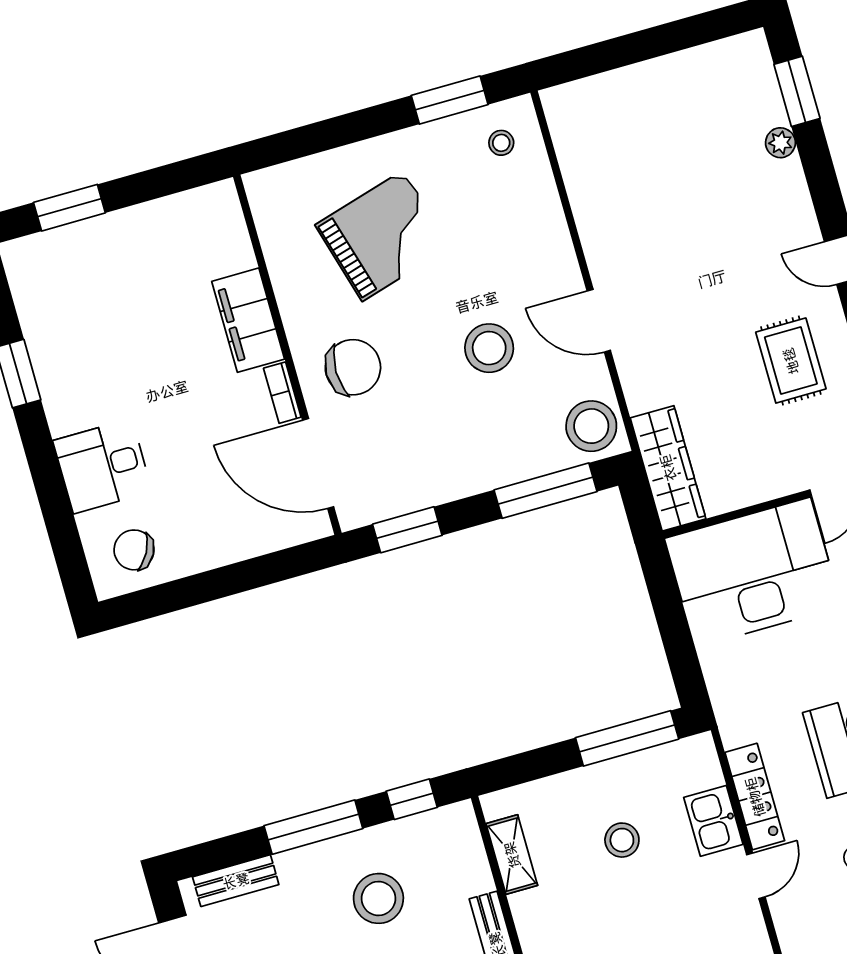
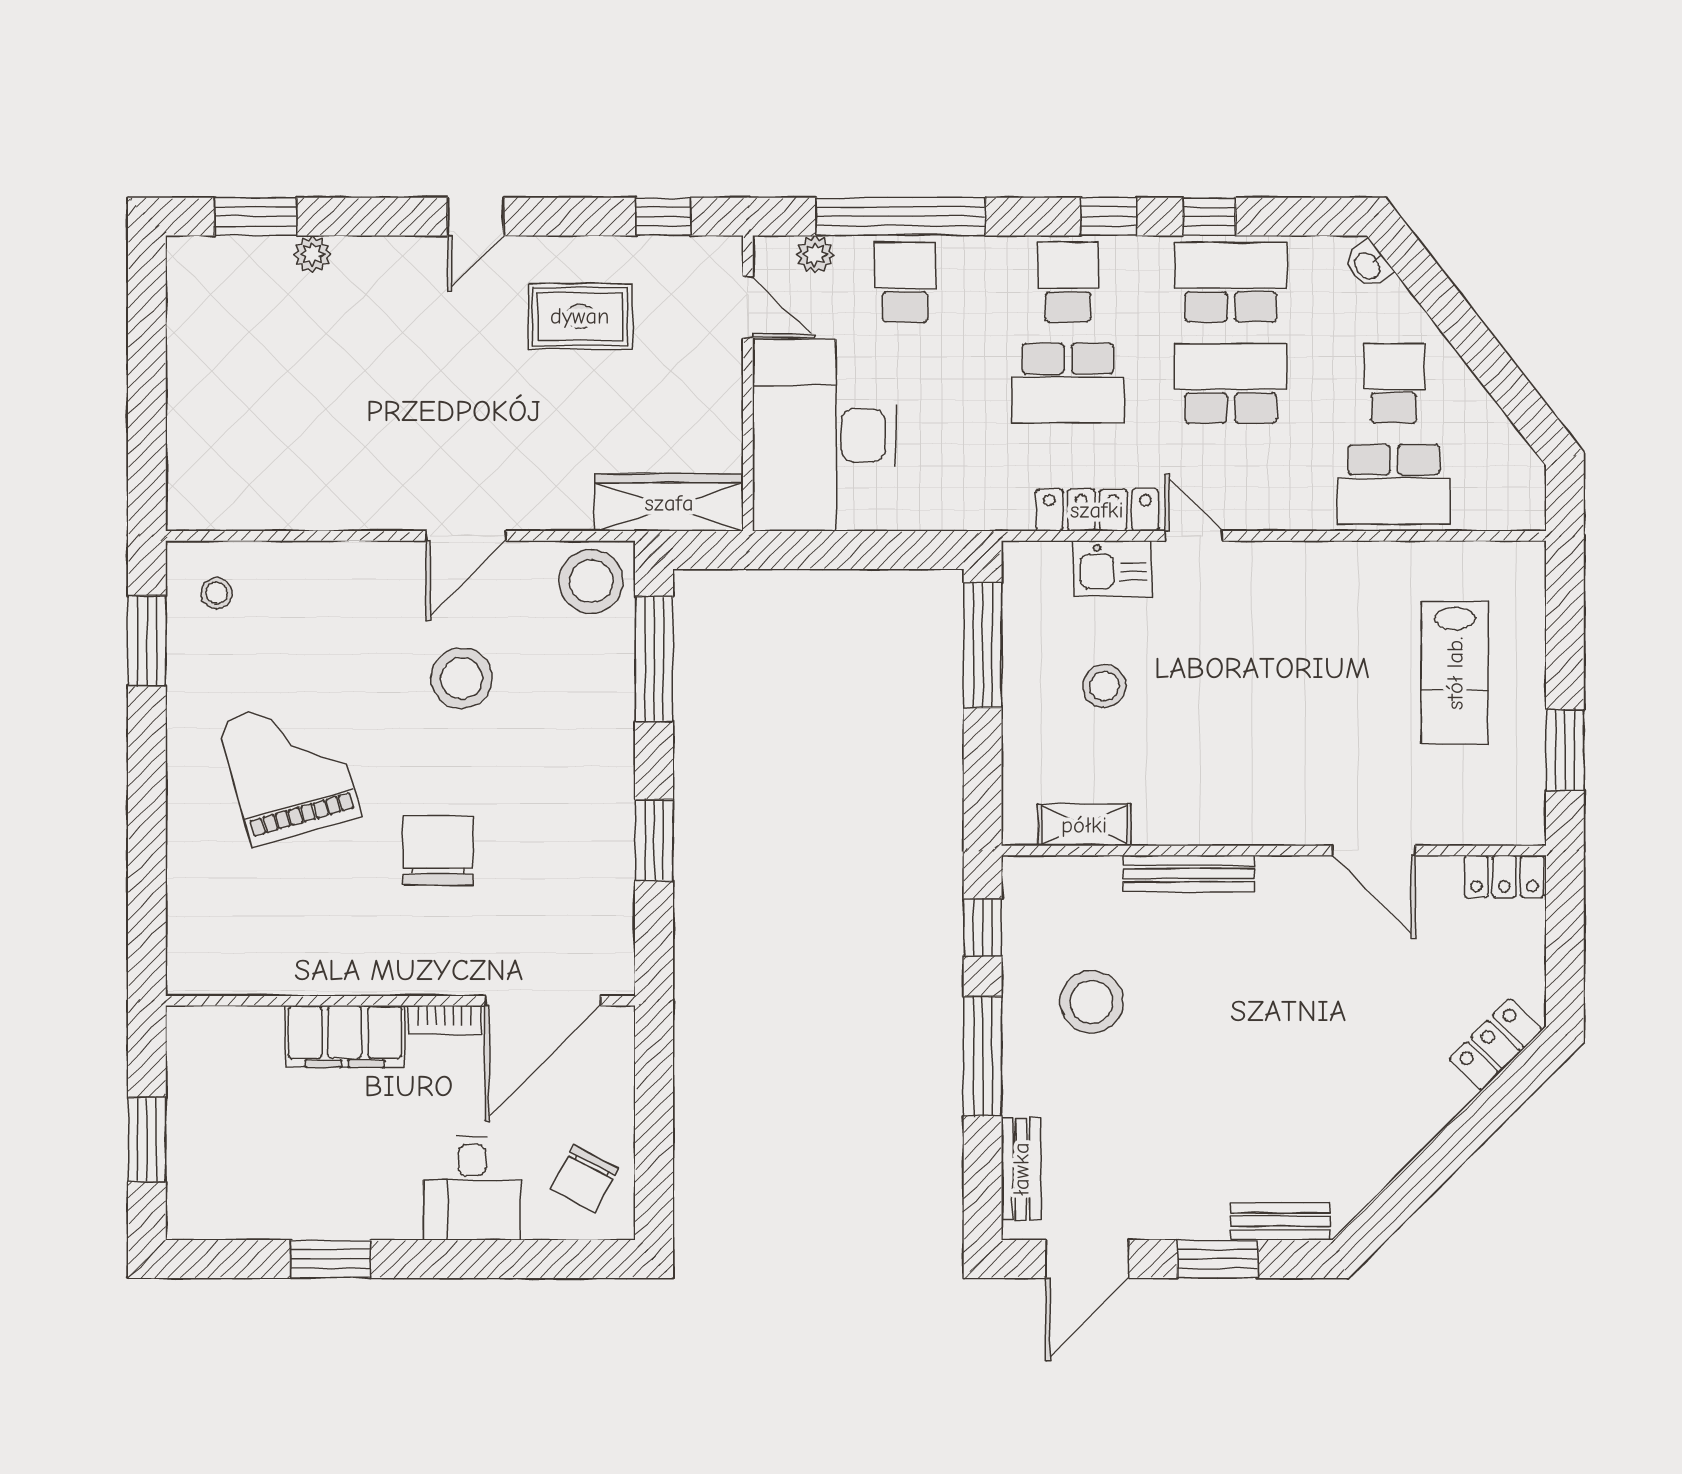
filing cabinet: (248, 320) -> (345, 1036), moved
wall: (287, 355) -> (400, 1001), moved
bookcase: (282, 393) -> (445, 1020), moved
door: (318, 463) -> (543, 1001), moved

